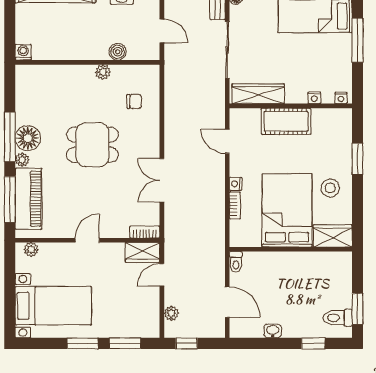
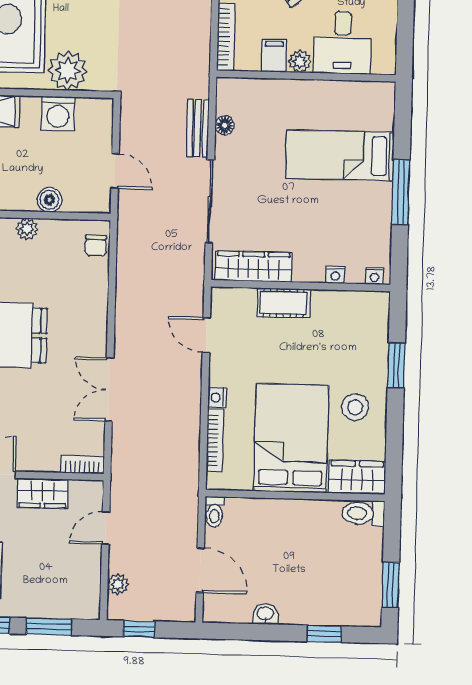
chair: (134, 101) -> (96, 245), moved, turned 90
cot: (286, 121) -> (283, 303), width x0.73, depth x0.75
bookcase: (235, 205) -> (215, 440), width x1.56
wardrobe: (143, 252) -> (43, 493), moved
toilet: (338, 318) -> (363, 513), moved

